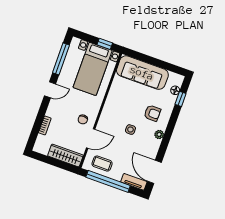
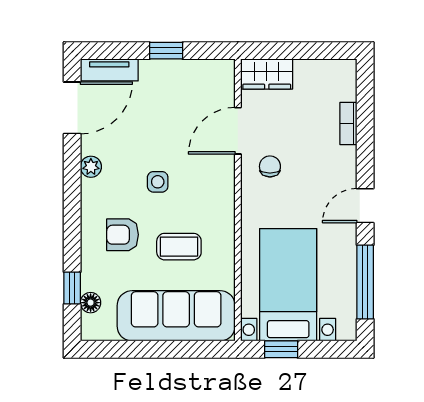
plant: (159, 135) -> (91, 167), moved
wardrobe: (65, 156) -> (267, 74), width x0.67
coffee table: (102, 164) -> (179, 247), moved
door: (154, 172) -> (72, 108), hinge flipped
window: (108, 181) -> (166, 51), width x0.32

